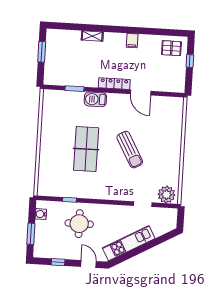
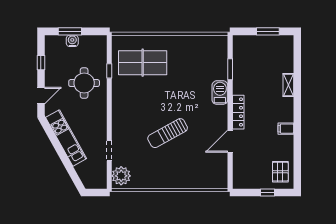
table tennis table: (86, 149) -> (143, 63), moved
water cooler: (41, 214) -> (72, 41), moved

